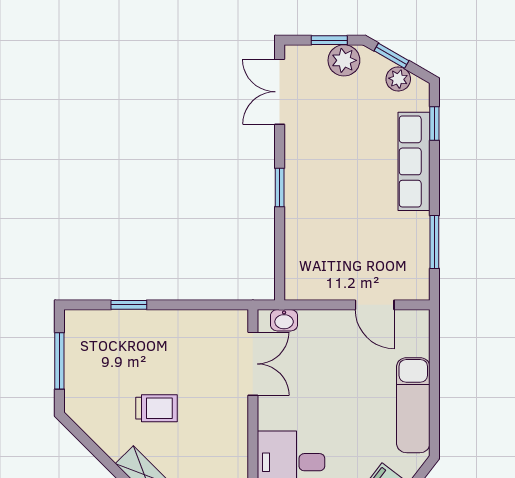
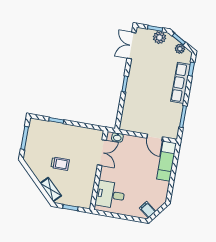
exam couch: (413, 405) -> (167, 161), moved

